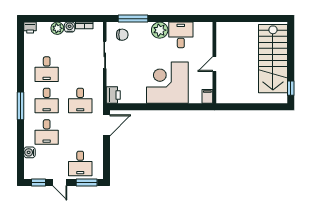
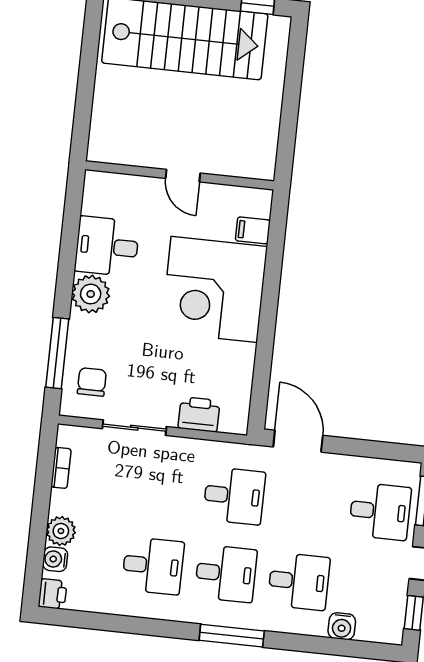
water cooler: (70, 27) -> (55, 559), moved
printer: (113, 95) -> (199, 414), moved
filing cabinet: (207, 96) -> (253, 230), moved

